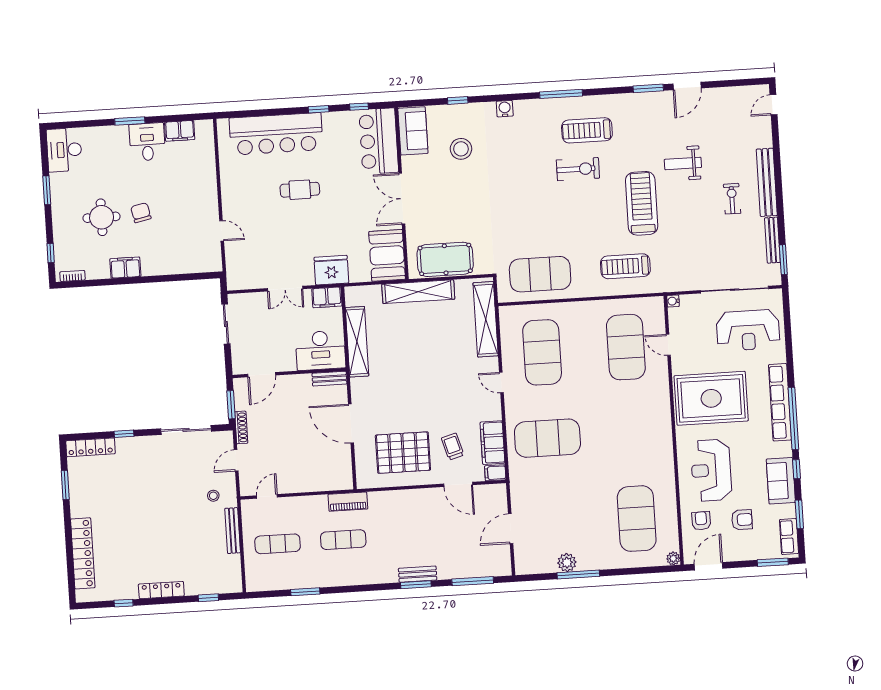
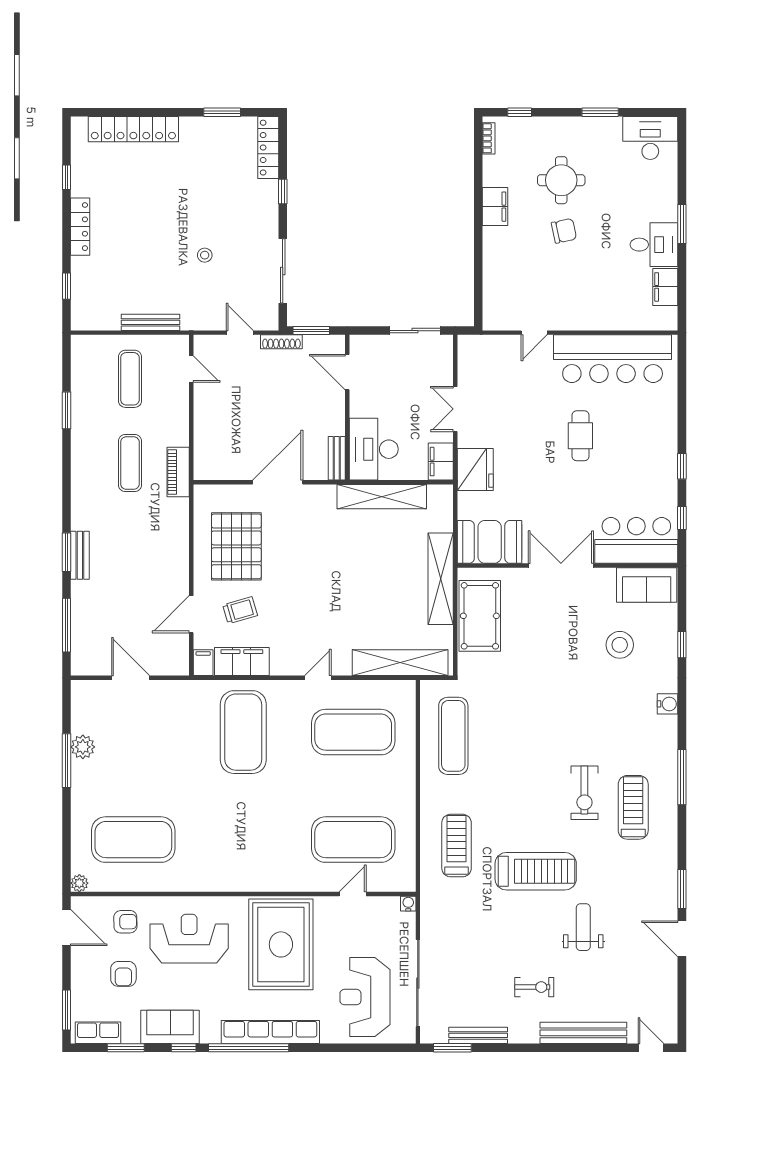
bar counter: (276, 134) -> (613, 359), moved, turned -90
bench: (767, 182) -> (583, 1033), moved
exercise mat: (540, 274) -> (453, 736), width x0.68
stool: (213, 496) -> (205, 255), moved

